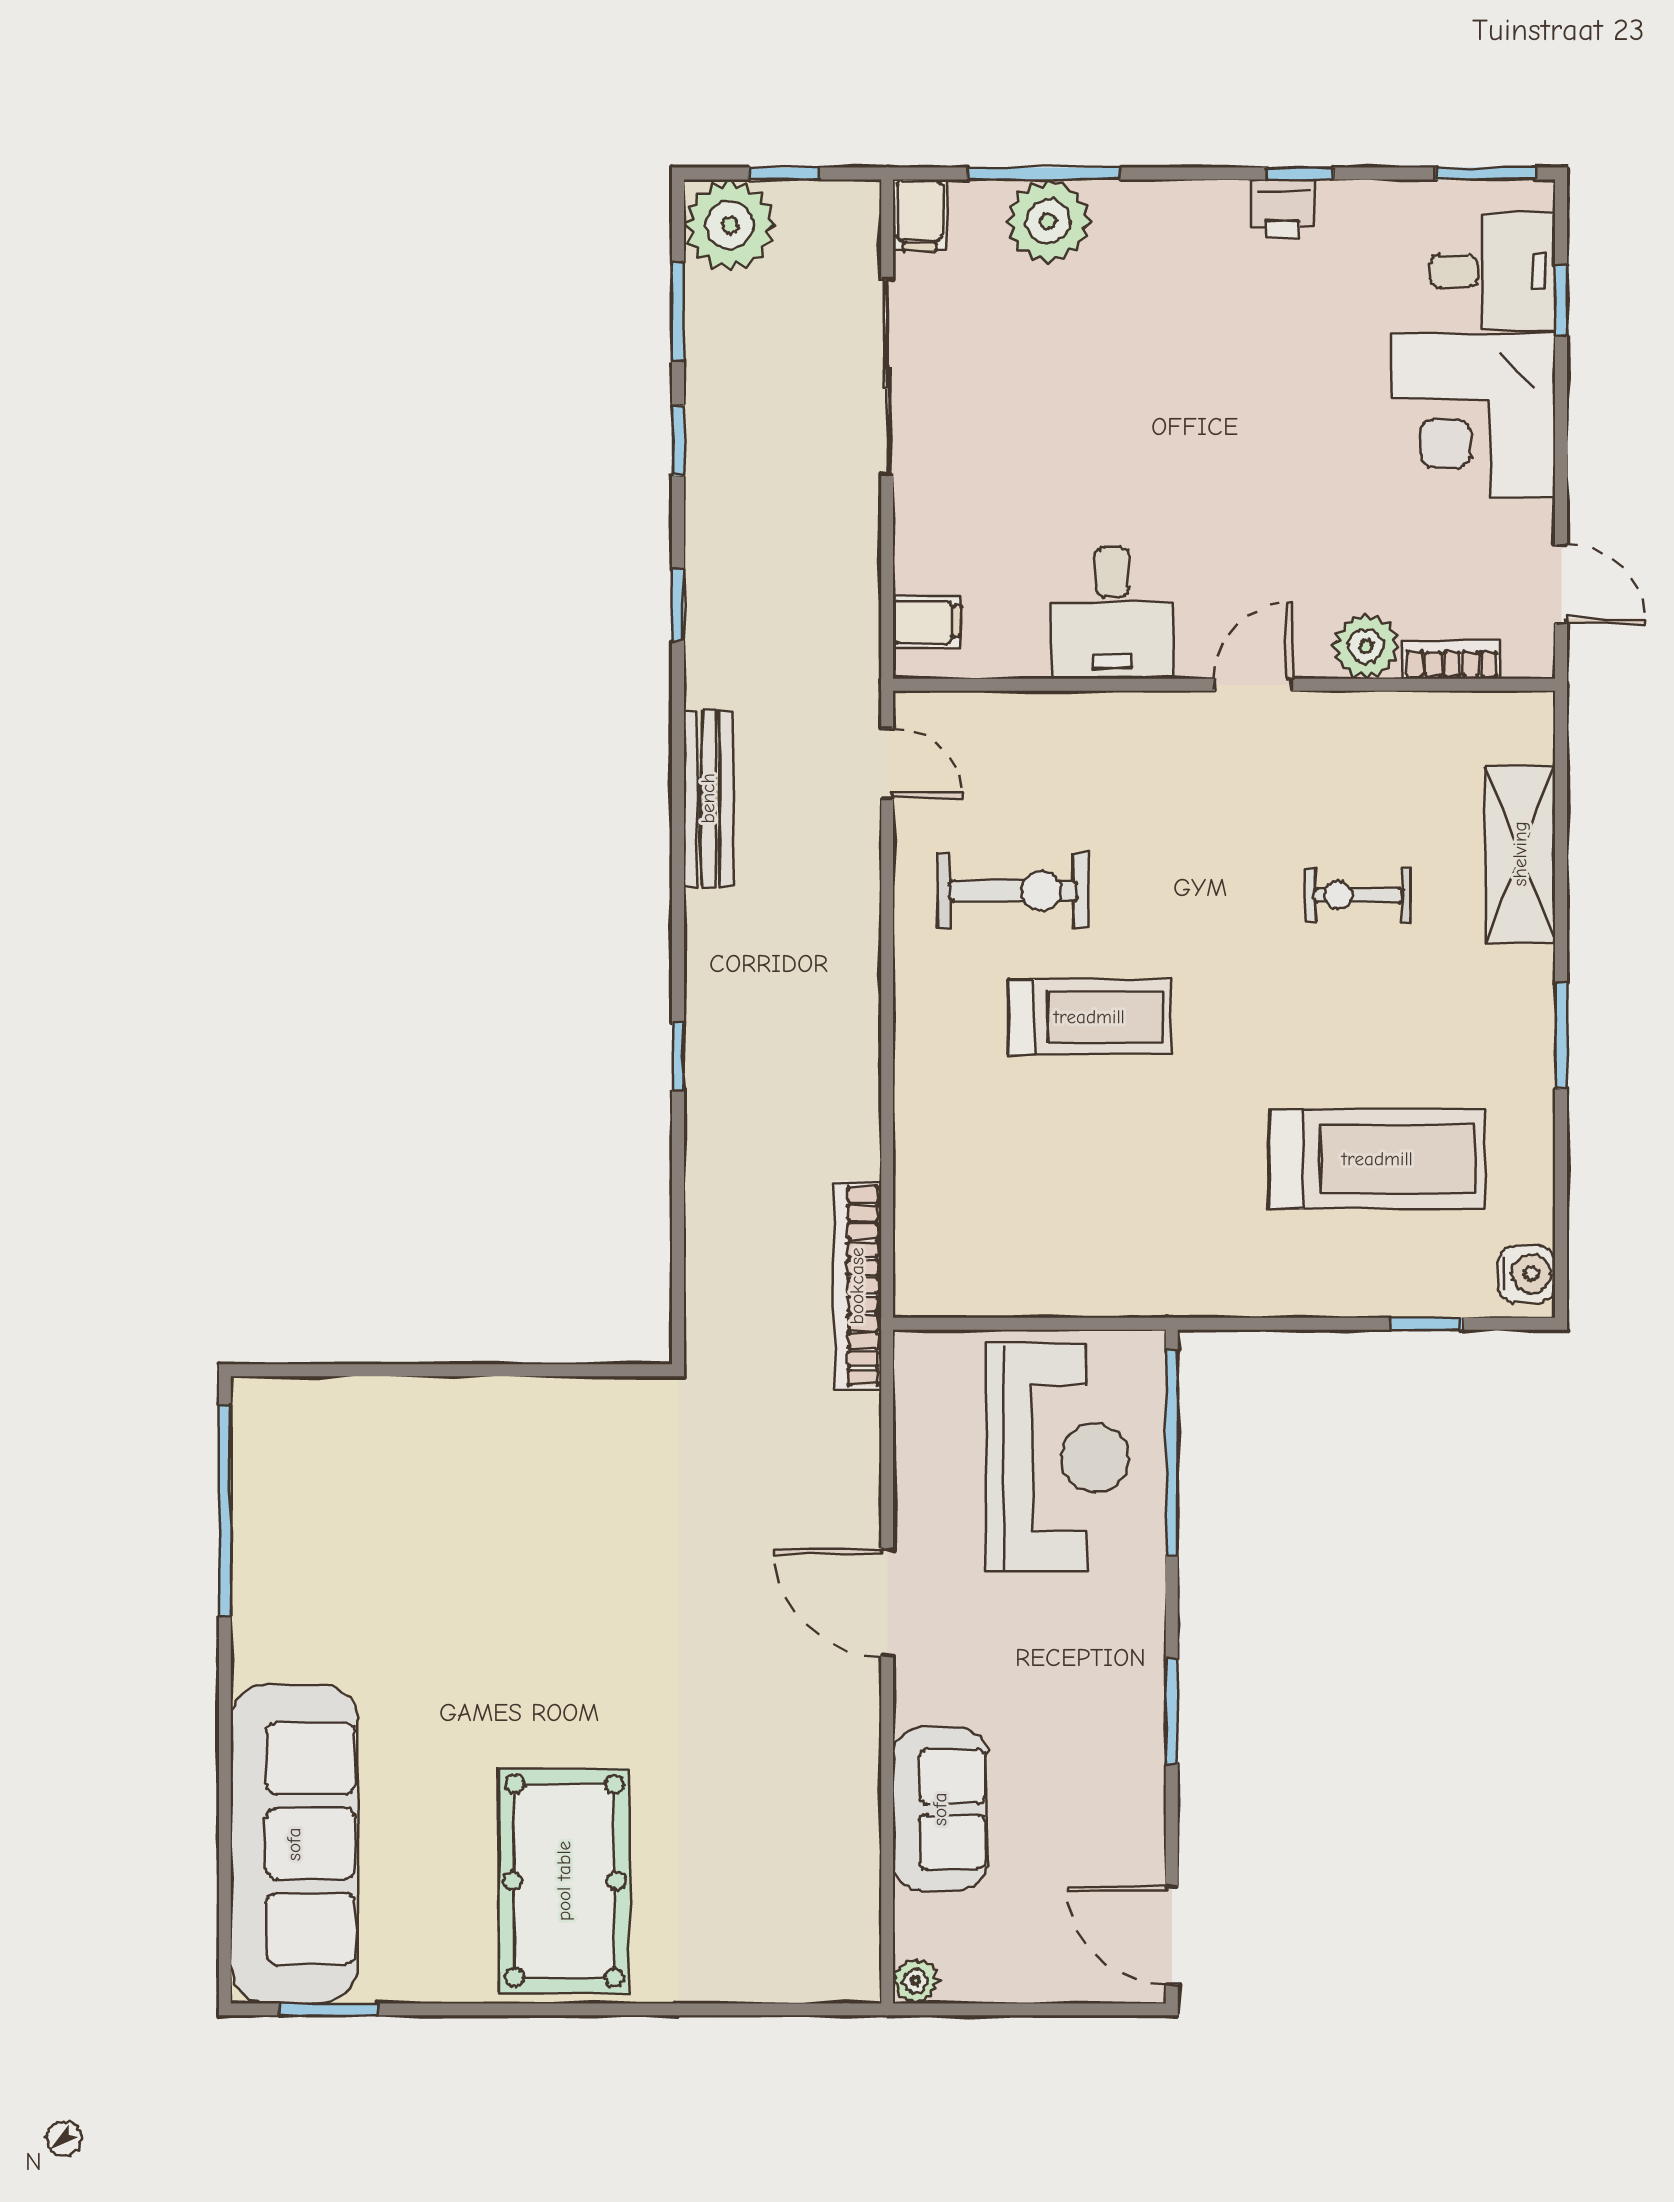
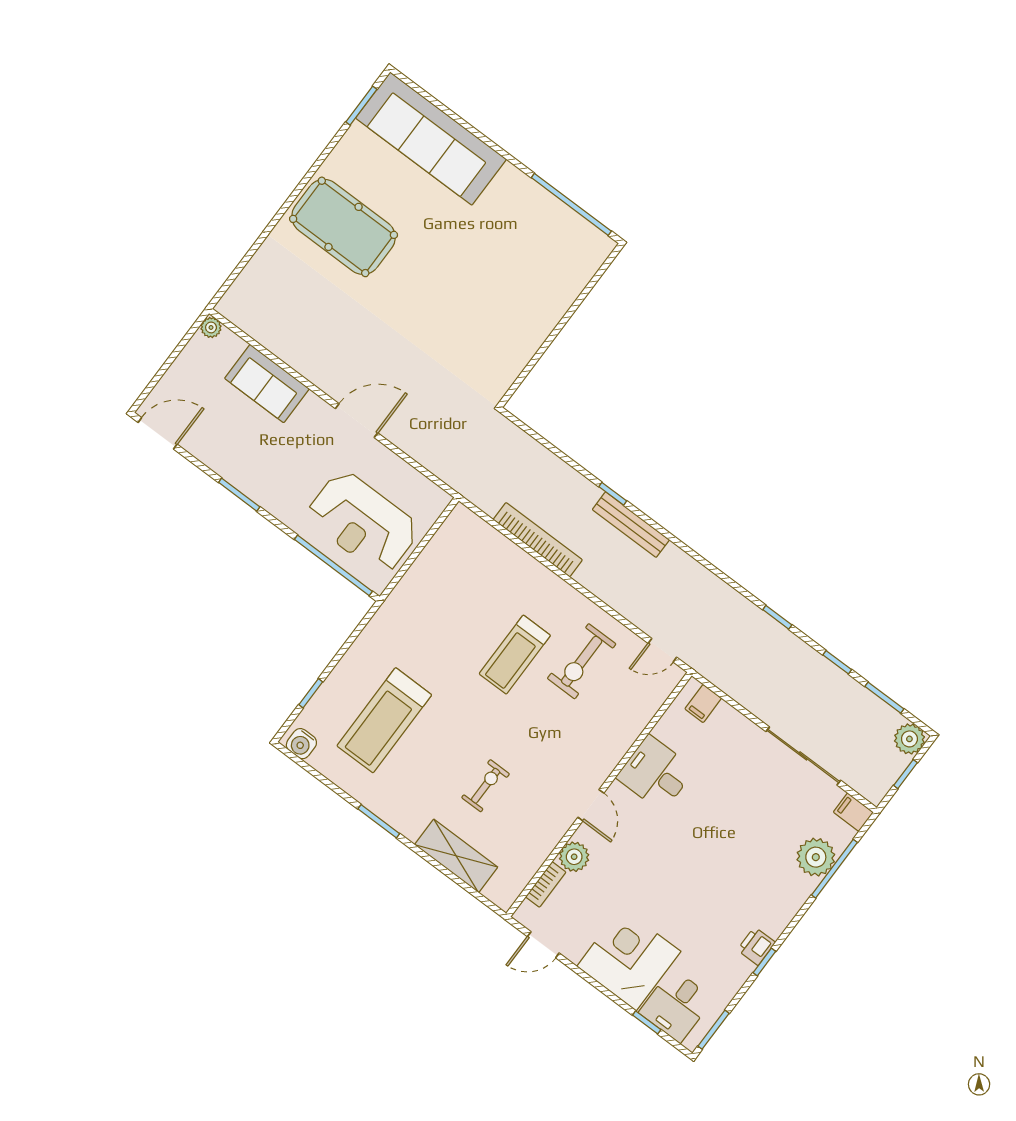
plant: (730, 225) -> (909, 739), width x0.73, depth x0.73
bench: (708, 798) -> (631, 525), moved
bookcase: (857, 1286) -> (538, 540), moved

